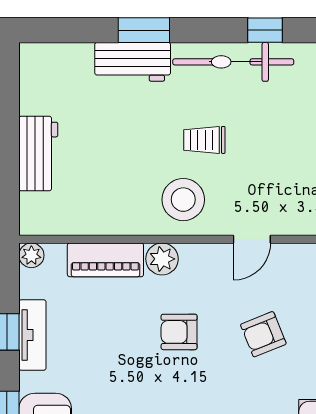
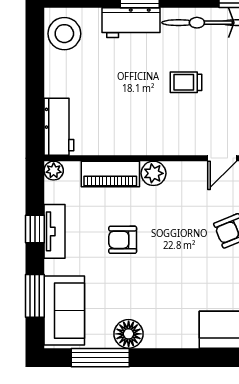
workbench: (38, 153) -> (59, 127), moved
stool: (183, 200) -> (64, 34), moved
armchair: (179, 332) -> (123, 240), moved

